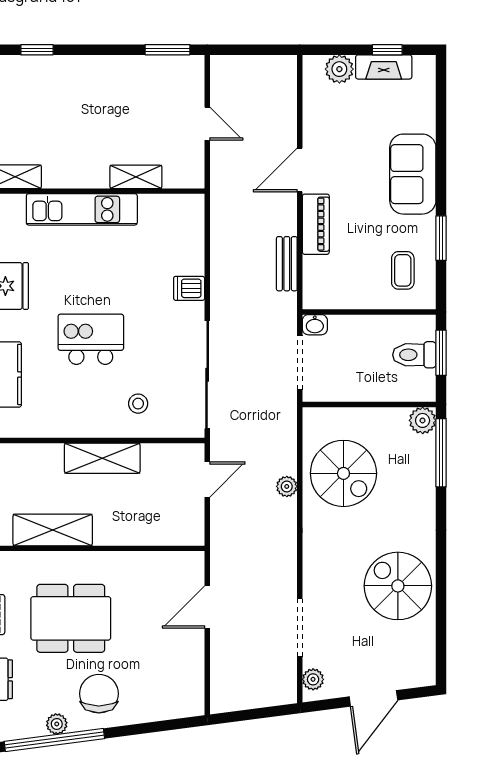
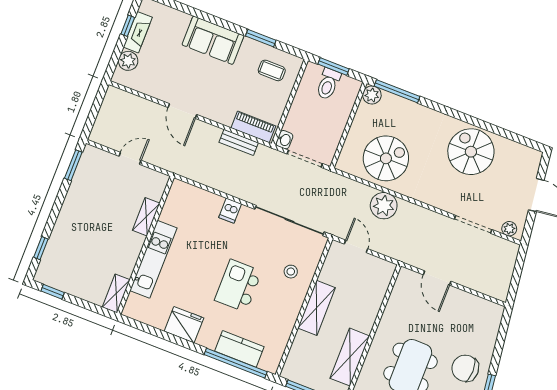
piano: (316, 224) -> (253, 127), moved
plant: (287, 486) -> (384, 206), width x1.87, depth x1.87
spiral stairs: (398, 586) -> (471, 152), turned 90

